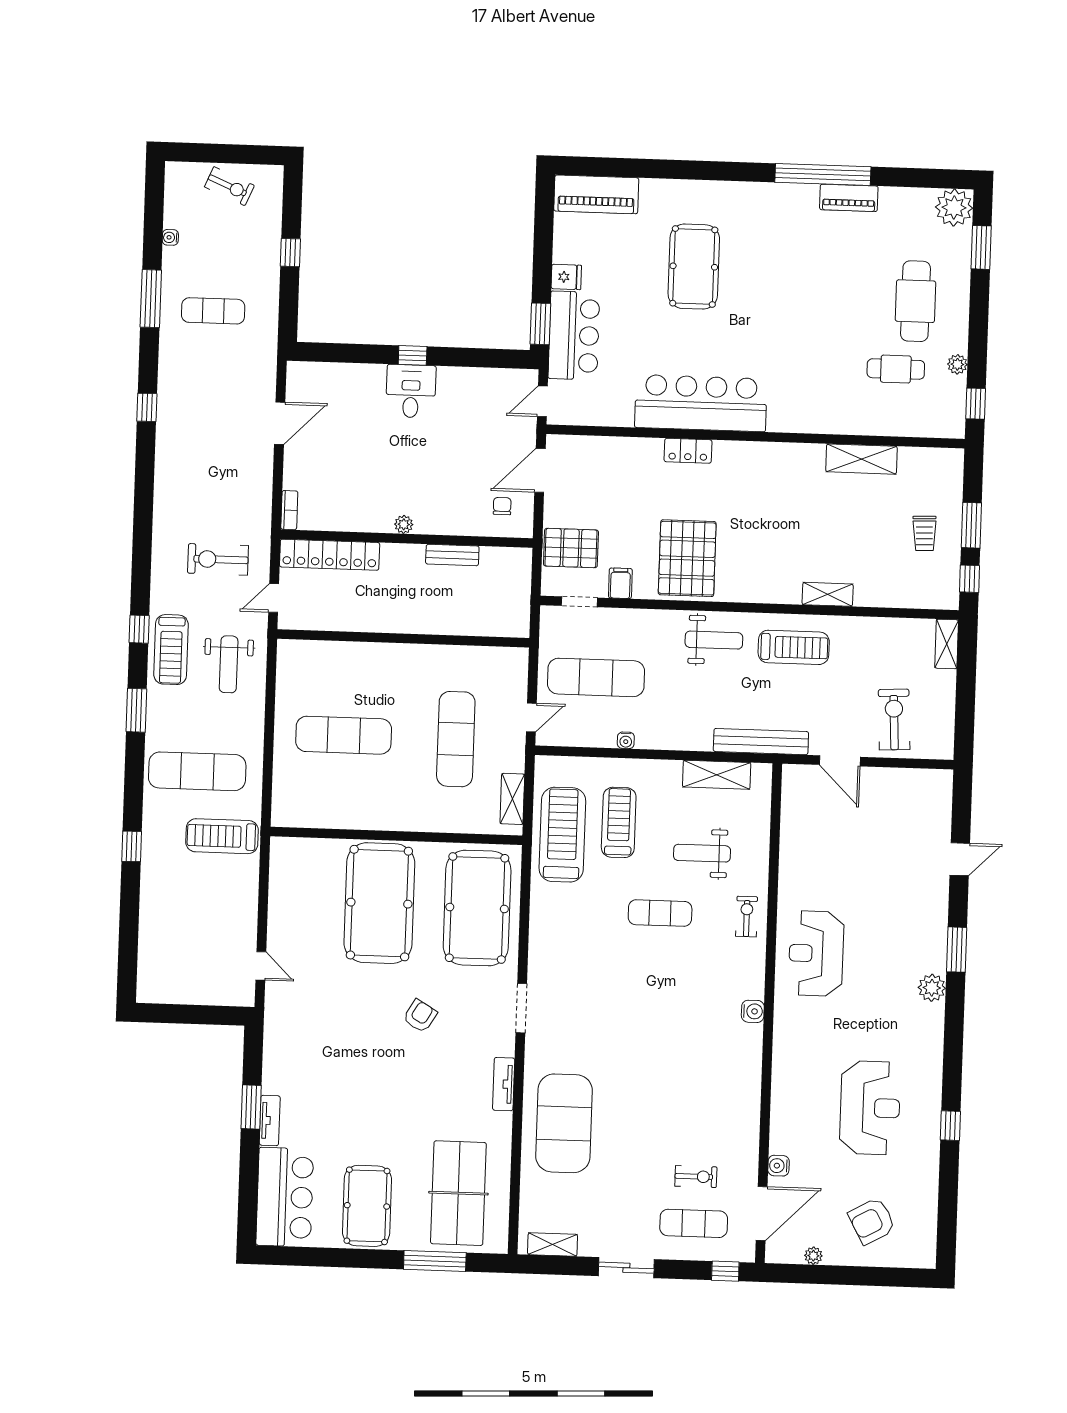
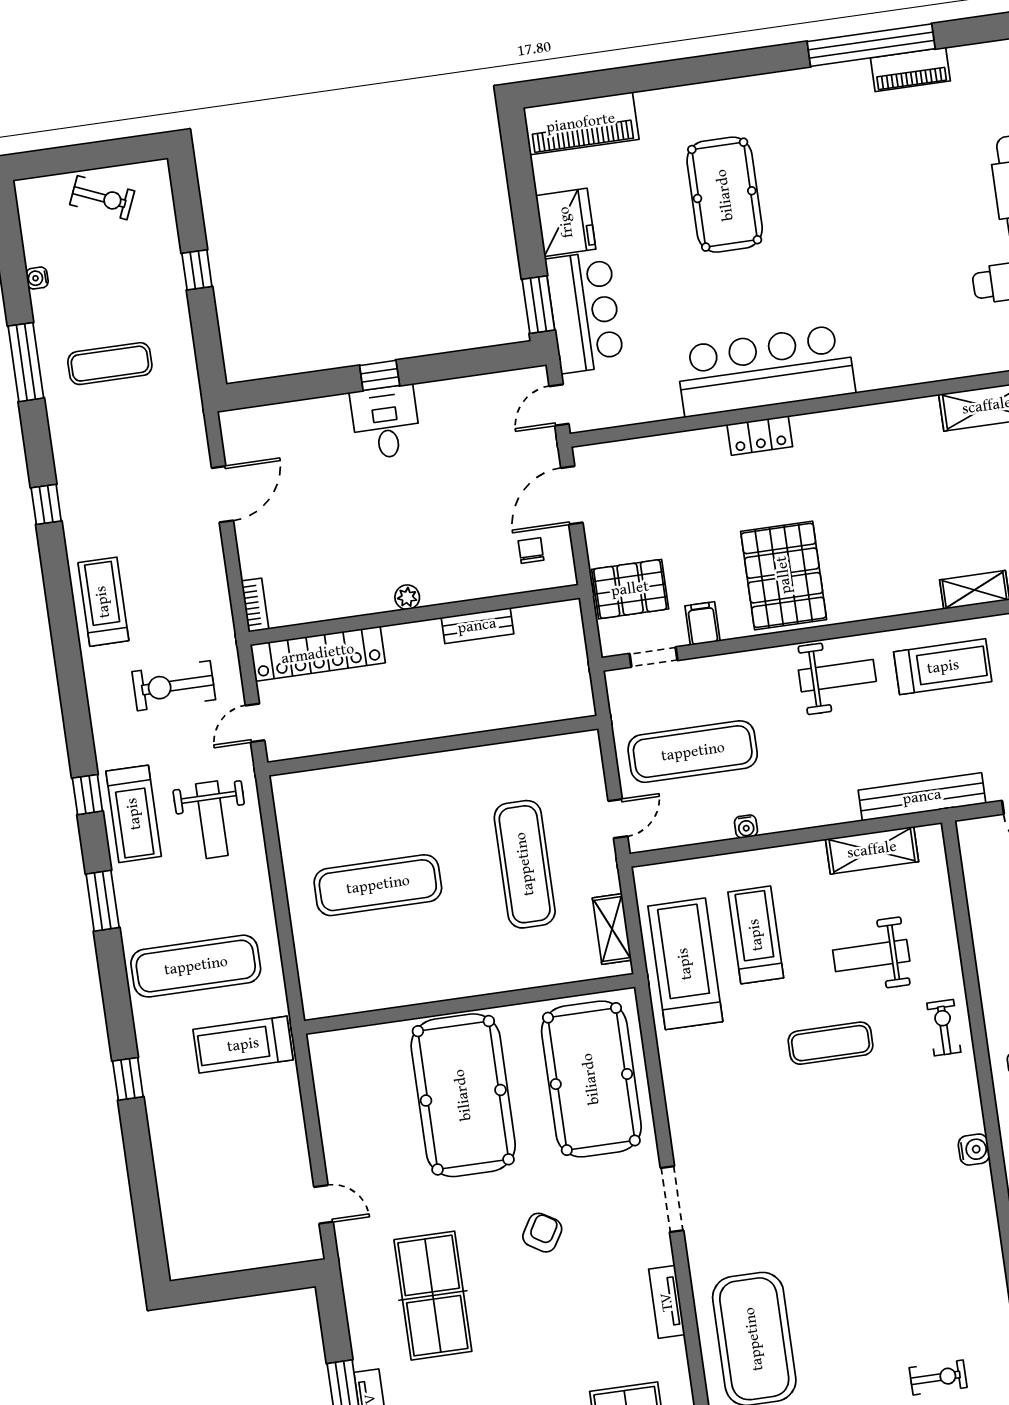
fridge: (566, 277) -> (566, 222), width x1.88, depth x1.34
treadmill: (177, 487) -> (103, 602), added
table tennis table: (330, 1048) -> (433, 1296), added

